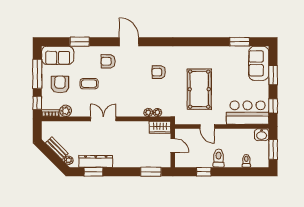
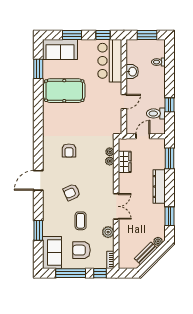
armchair: (108, 61) -> (72, 192), moved, turned 66
pool table: (199, 89) -> (64, 91), moved
plant: (66, 111) -> (108, 232), moved
double door: (103, 119) -> (116, 206), swing flipped
wardrobe: (160, 127) -> (125, 162), moved
washbasin: (262, 135) -> (132, 72), moved
toilet: (219, 158) -> (156, 113), moved
dresser: (96, 161) -> (159, 187), moved

